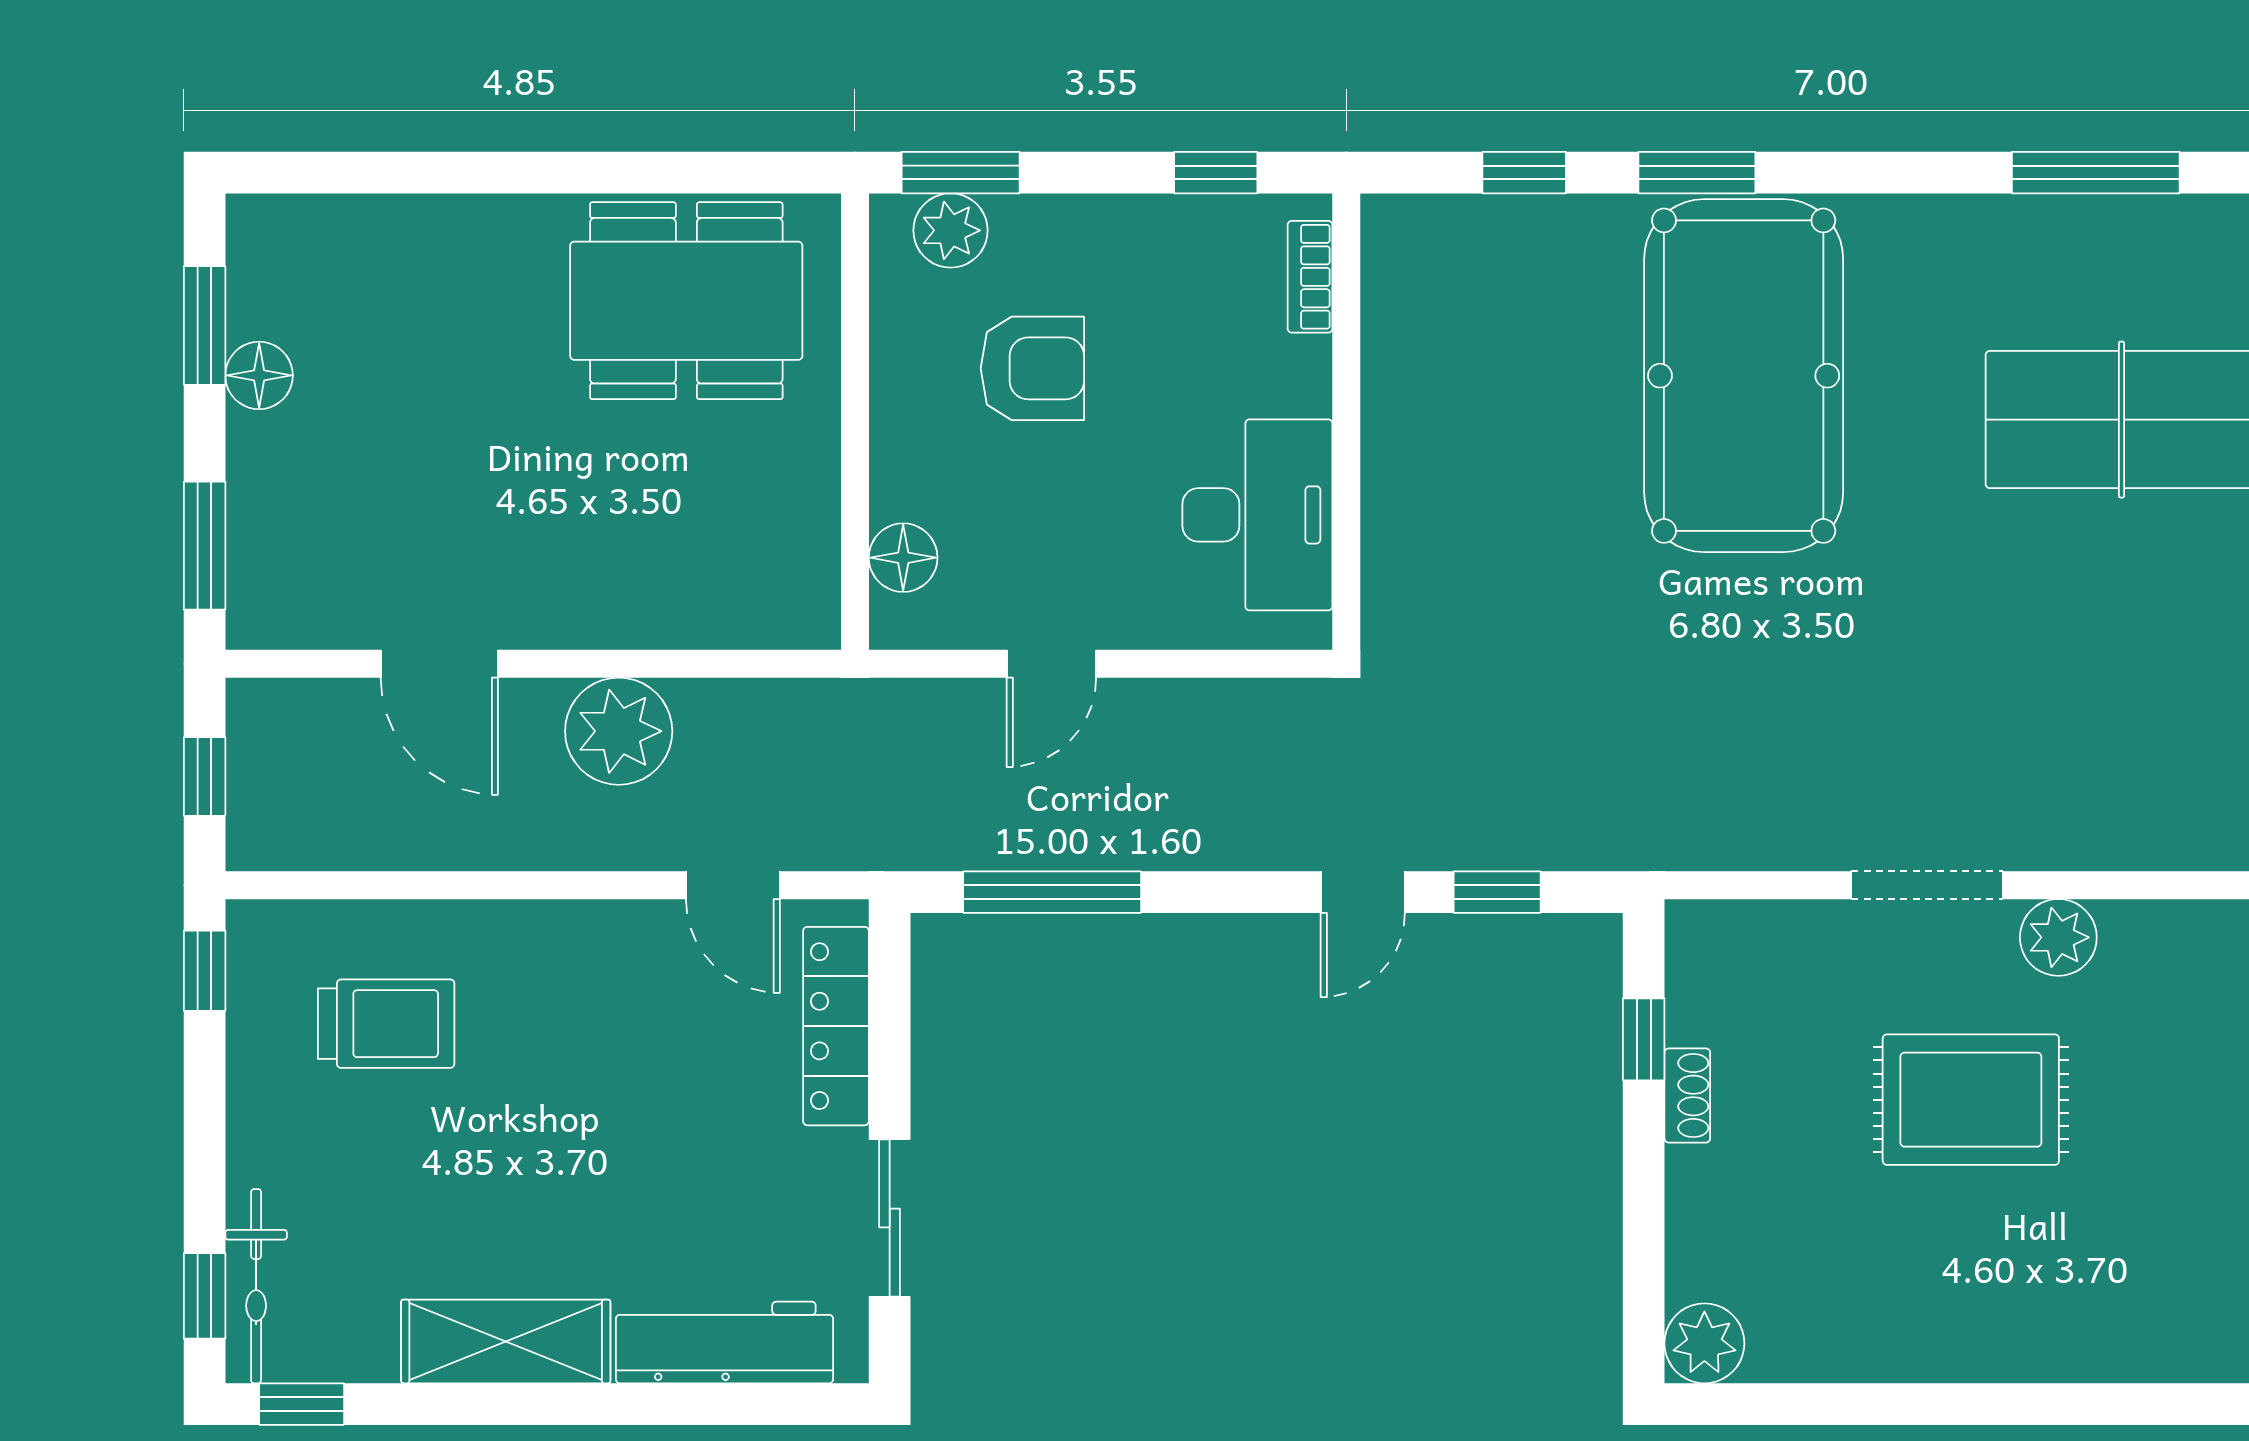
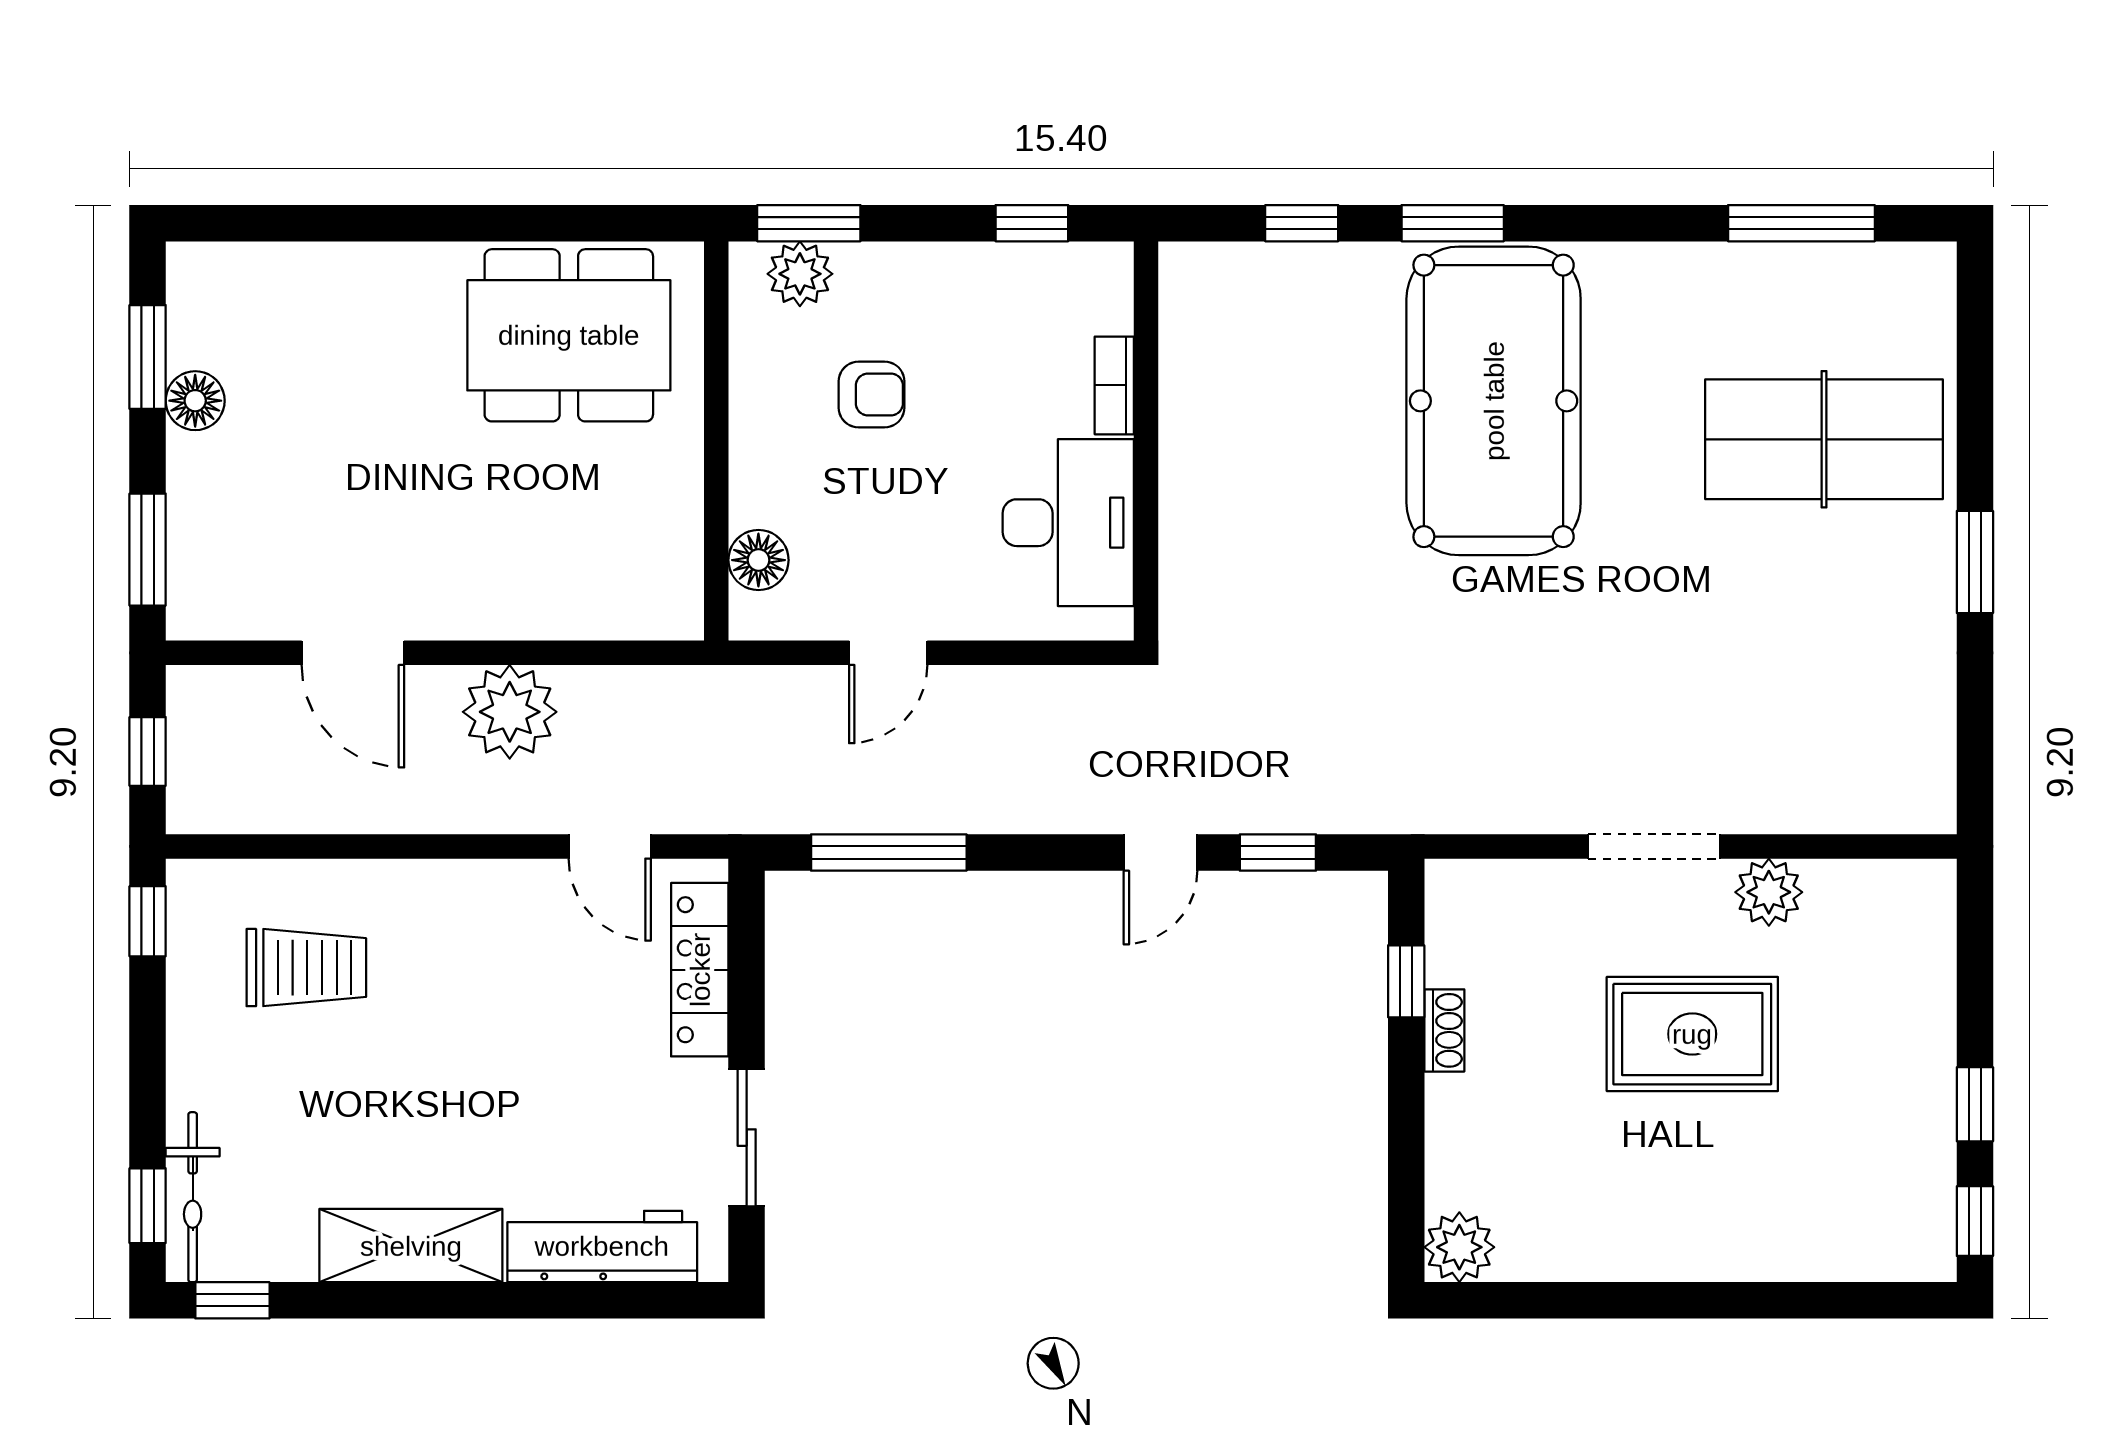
bookcase: (1310, 277) -> (1114, 385), moved
armchair: (1032, 368) -> (872, 394), width x0.72, depth x0.72

